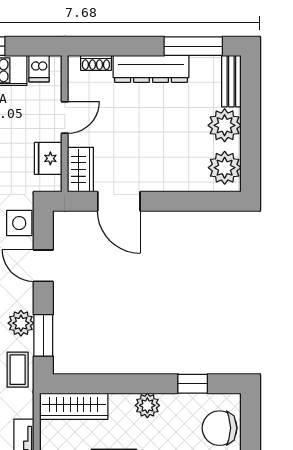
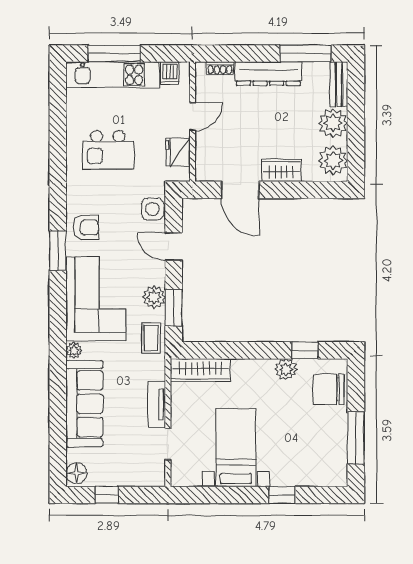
wardrobe: (80, 170) -> (281, 170), moved, turned -90
plant: (147, 405) -> (286, 369), moved

